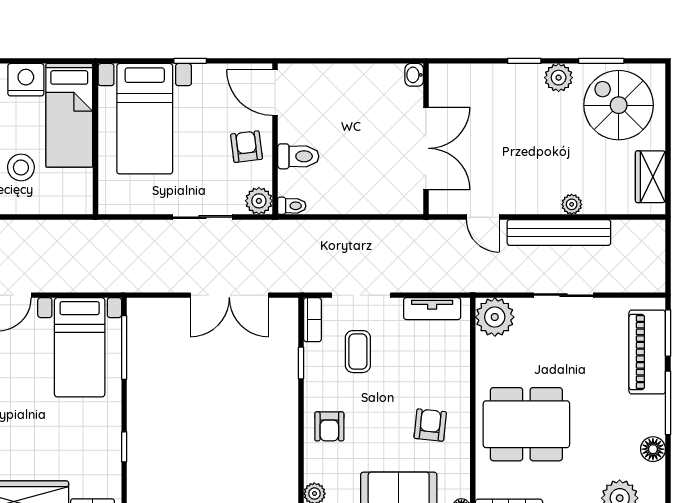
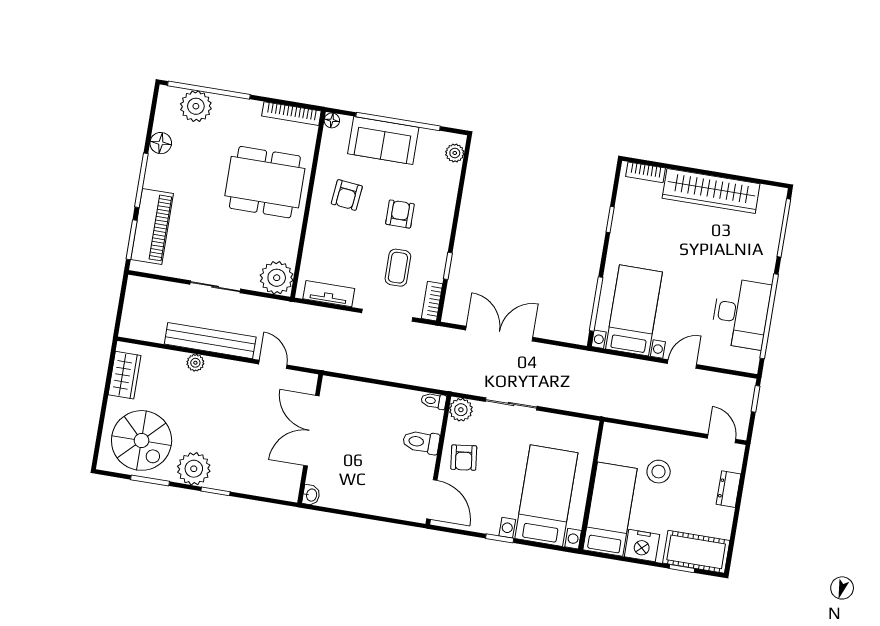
plant: (559, 78) -> (194, 469), width x1.36, depth x1.36
armchair: (329, 426) -> (400, 214), moved

